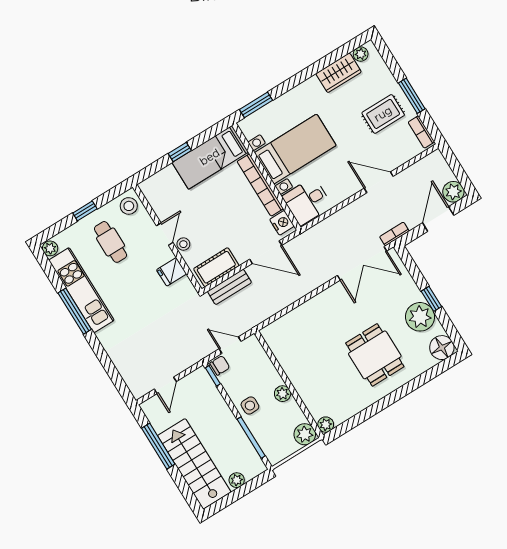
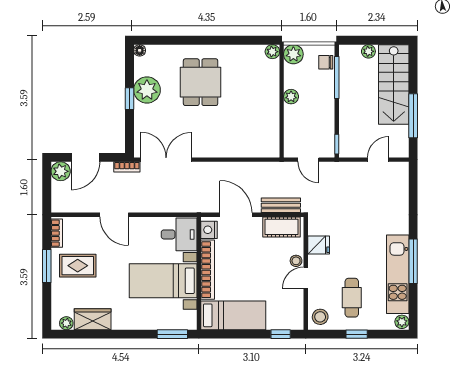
window: (180, 152) -> (281, 334), moved
floor lamp: (442, 348) -> (140, 50), width x0.53, depth x0.53
chair: (220, 365) -> (326, 62), moved
side table: (250, 406) -> (322, 103), removed

